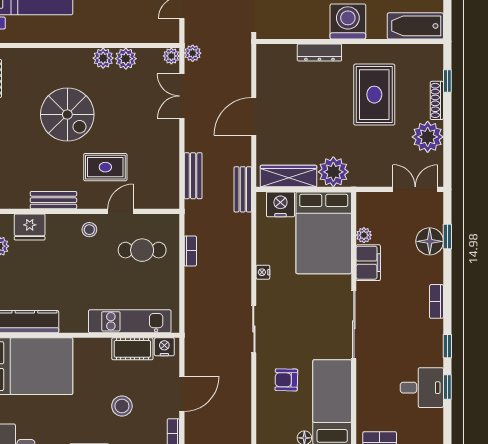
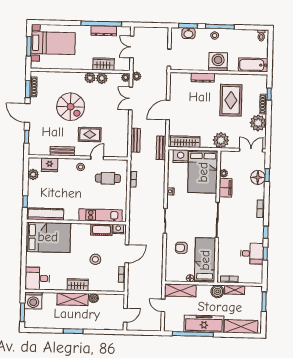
wardrobe: (128, 31) -> (103, 64), added
plant: (333, 172) -> (221, 140), moved

